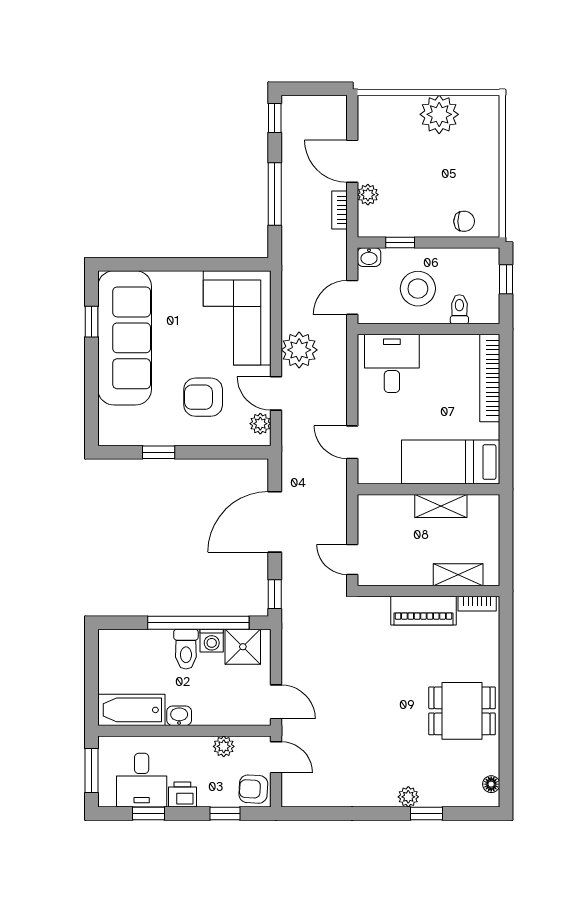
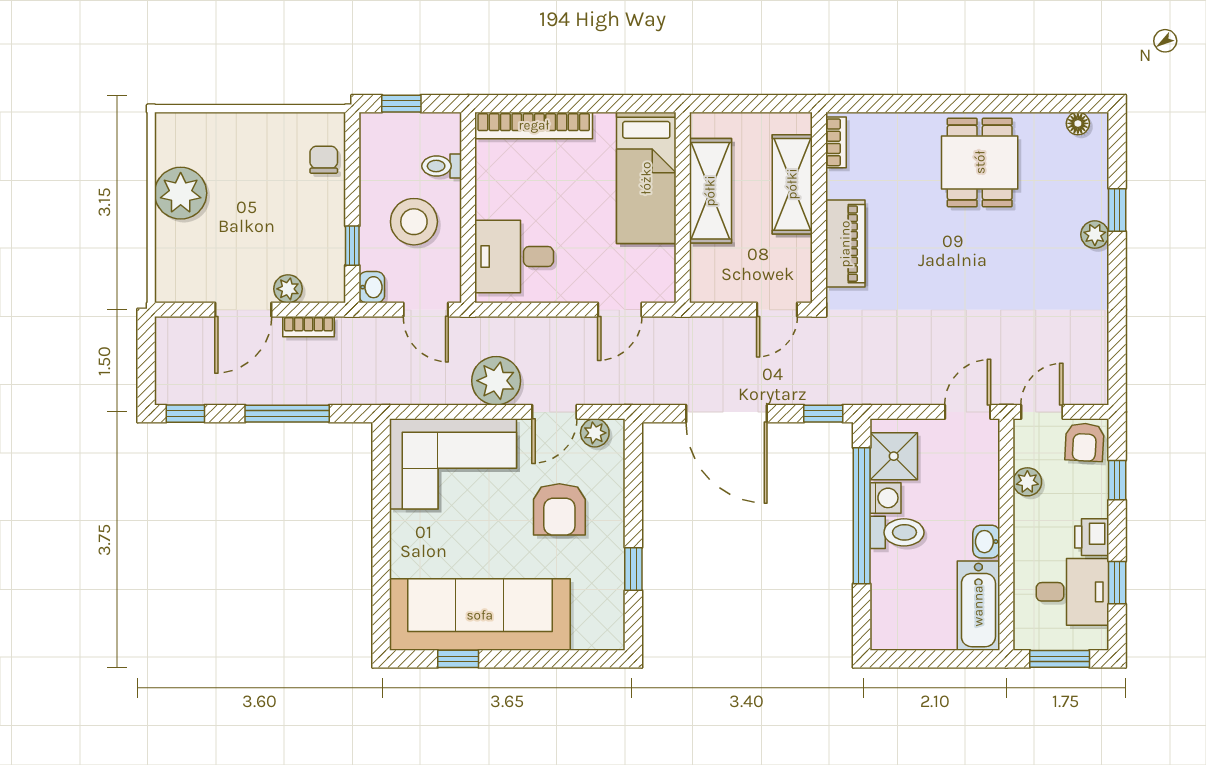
shelving: (441, 506) -> (710, 191), width x1.50, depth x1.33
shelving: (458, 575) -> (792, 184), width x1.50, depth x1.33
piano: (424, 611) -> (845, 244), moved

